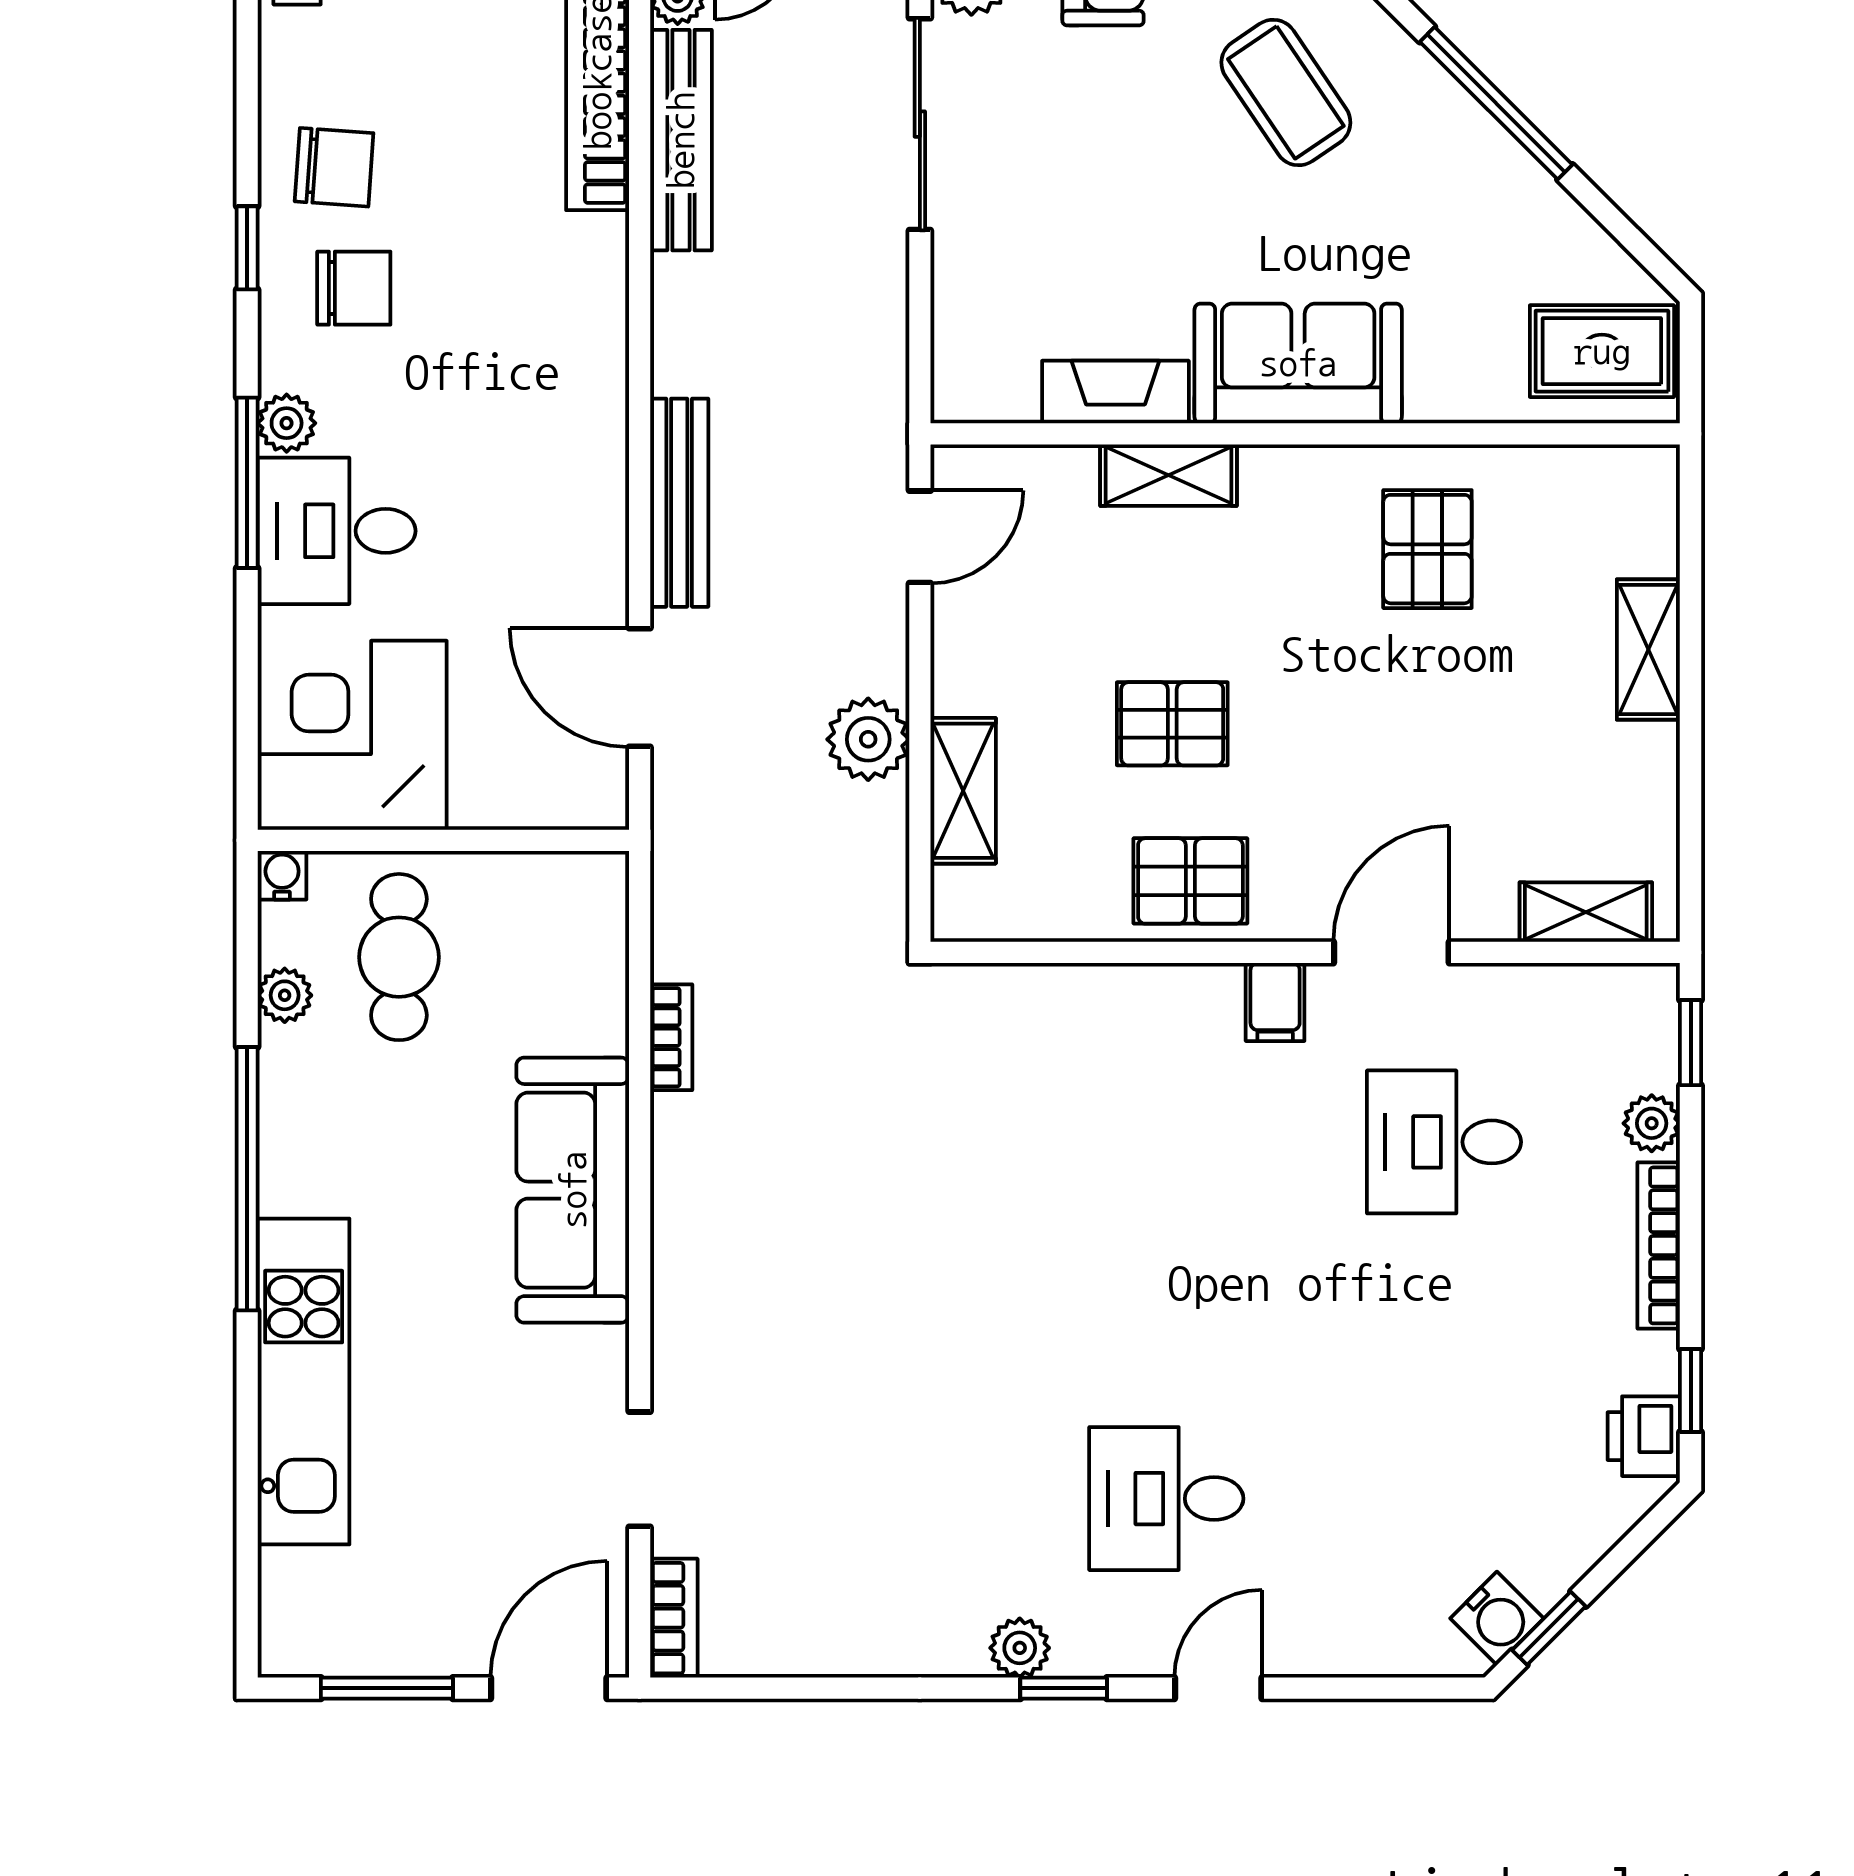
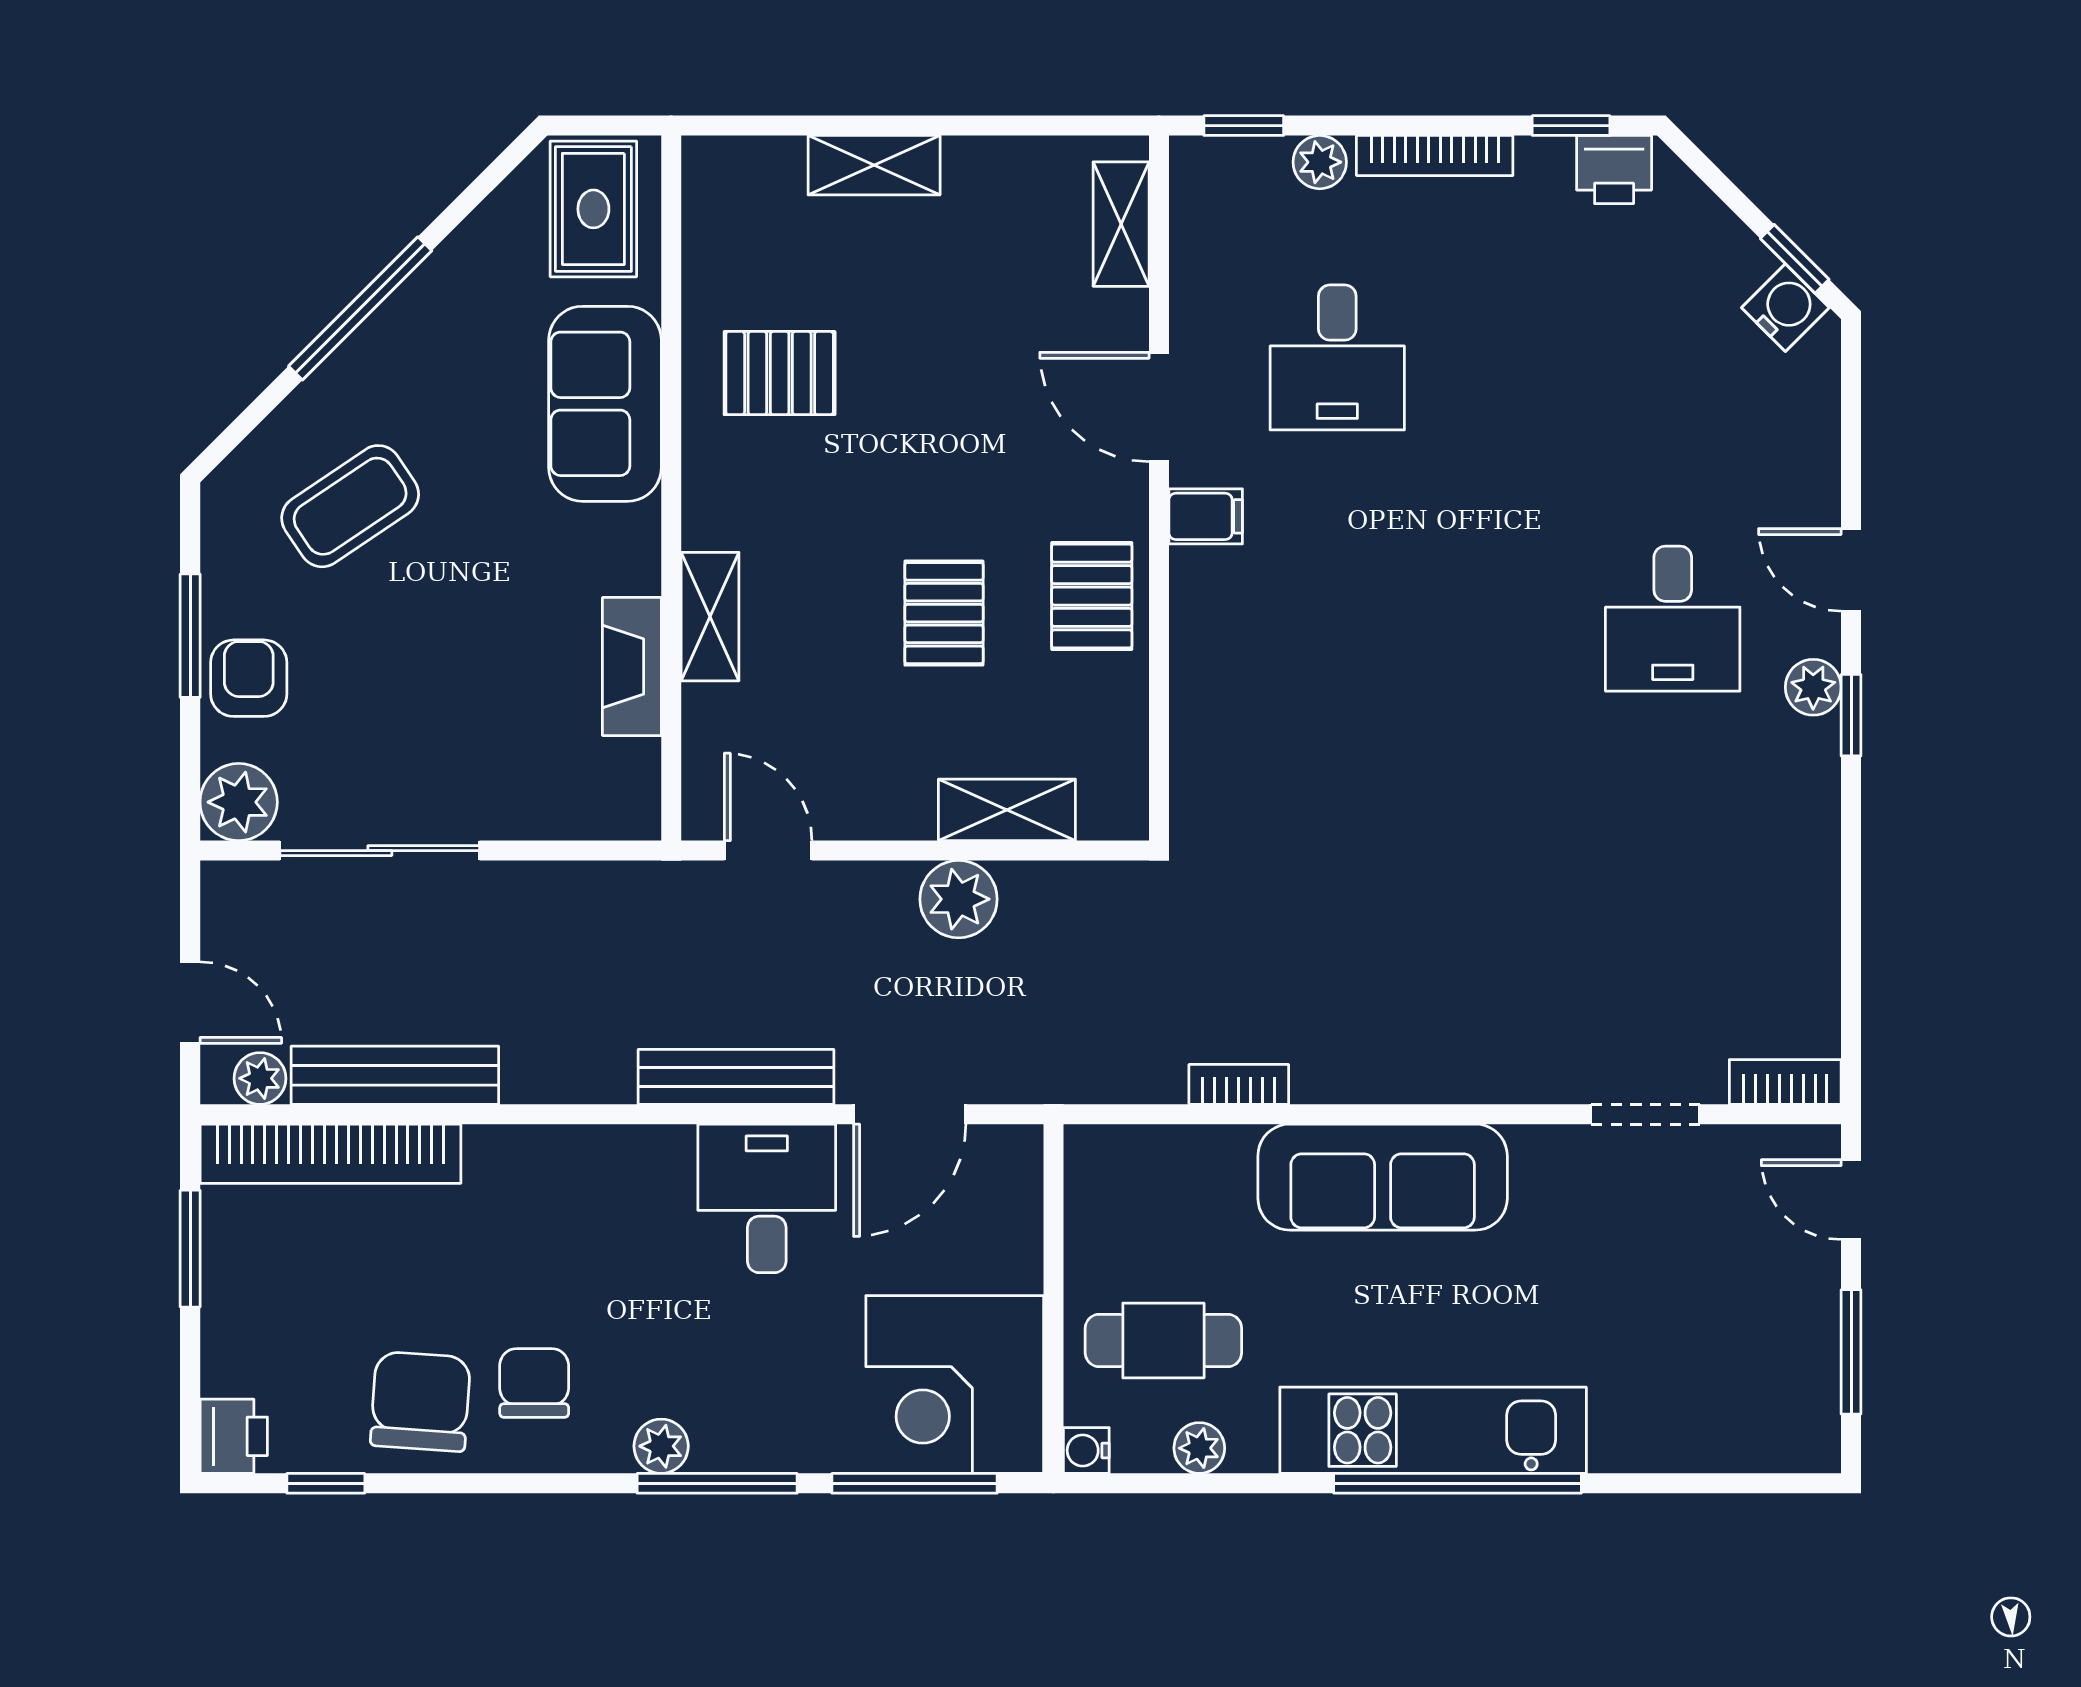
chair: (334, 167) -> (420, 1402), width x1.37, depth x1.37
window: (247, 248) -> (326, 1483), moved
sofa: (1298, 363) -> (605, 404), moved
desk: (337, 531) -> (767, 1198), moved, turned 180
window: (247, 692) -> (914, 1483), added
window: (247, 1179) -> (1458, 1483), moved
kitchen unit: (304, 1382) -> (1433, 1430), moved
plant: (1020, 1648) -> (1813, 687), moved
door: (549, 1688) -> (1851, 1200), width x0.73

